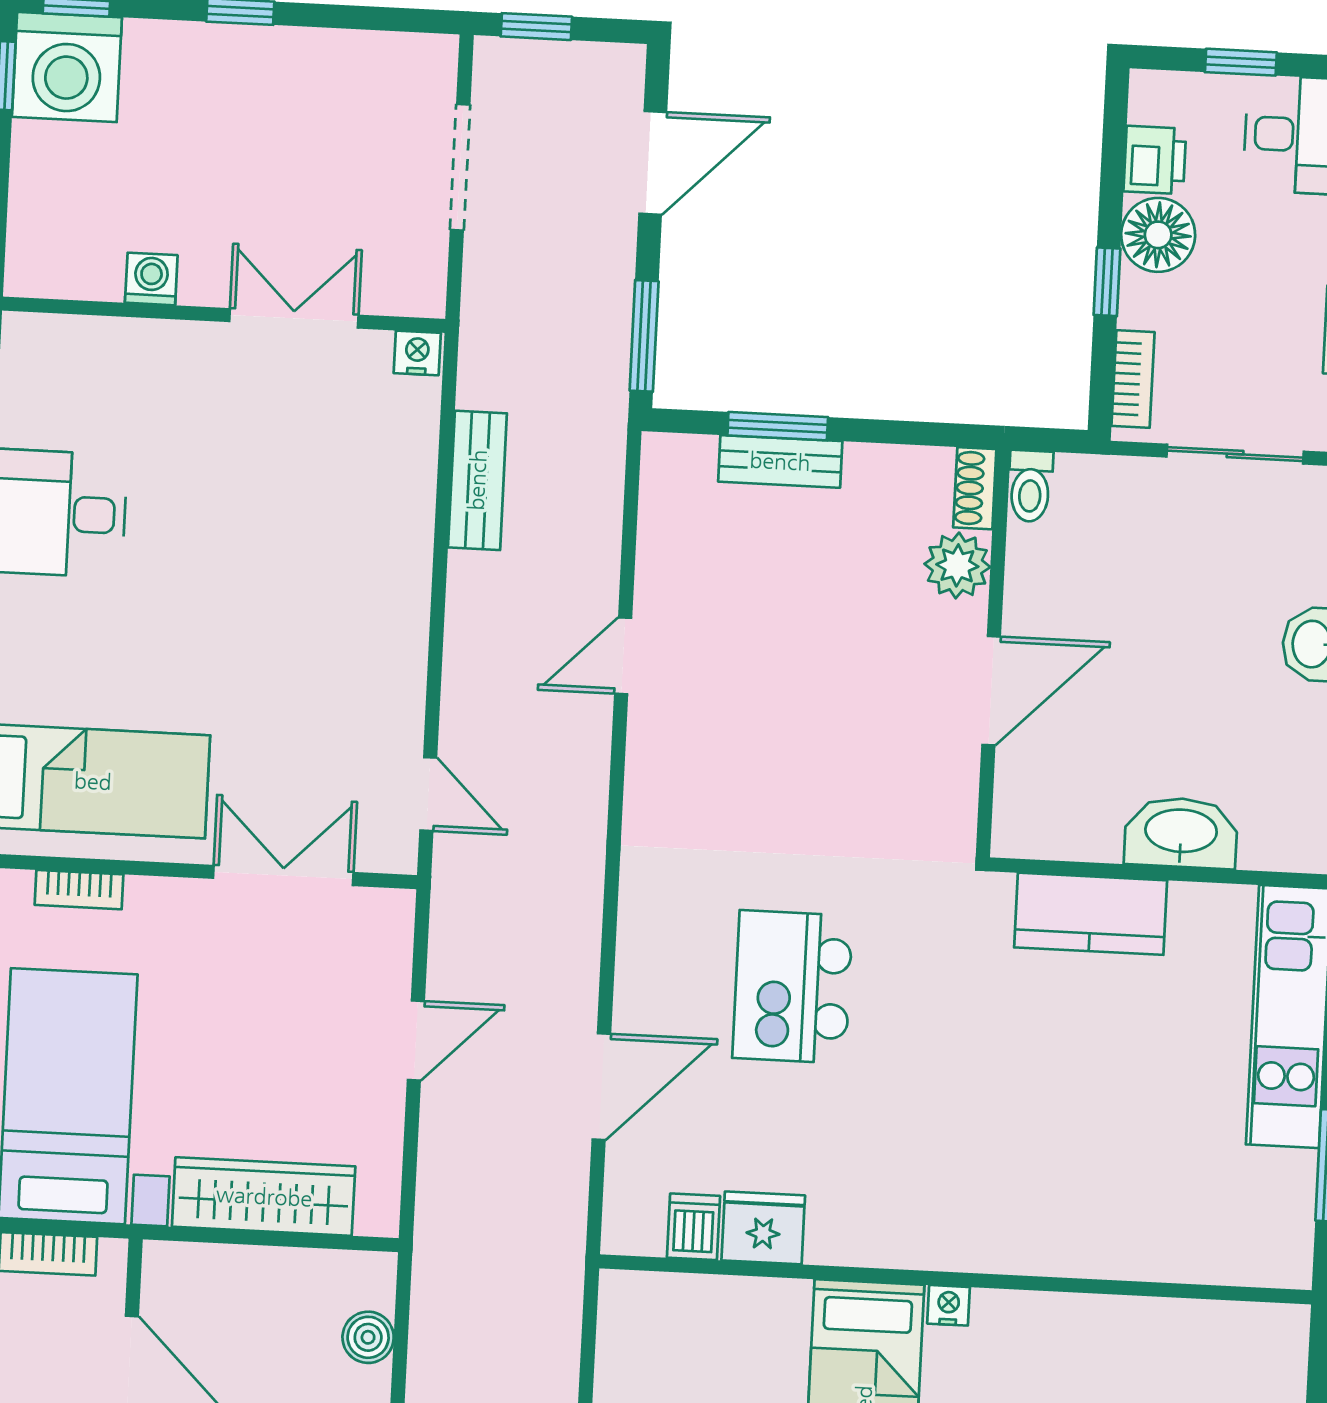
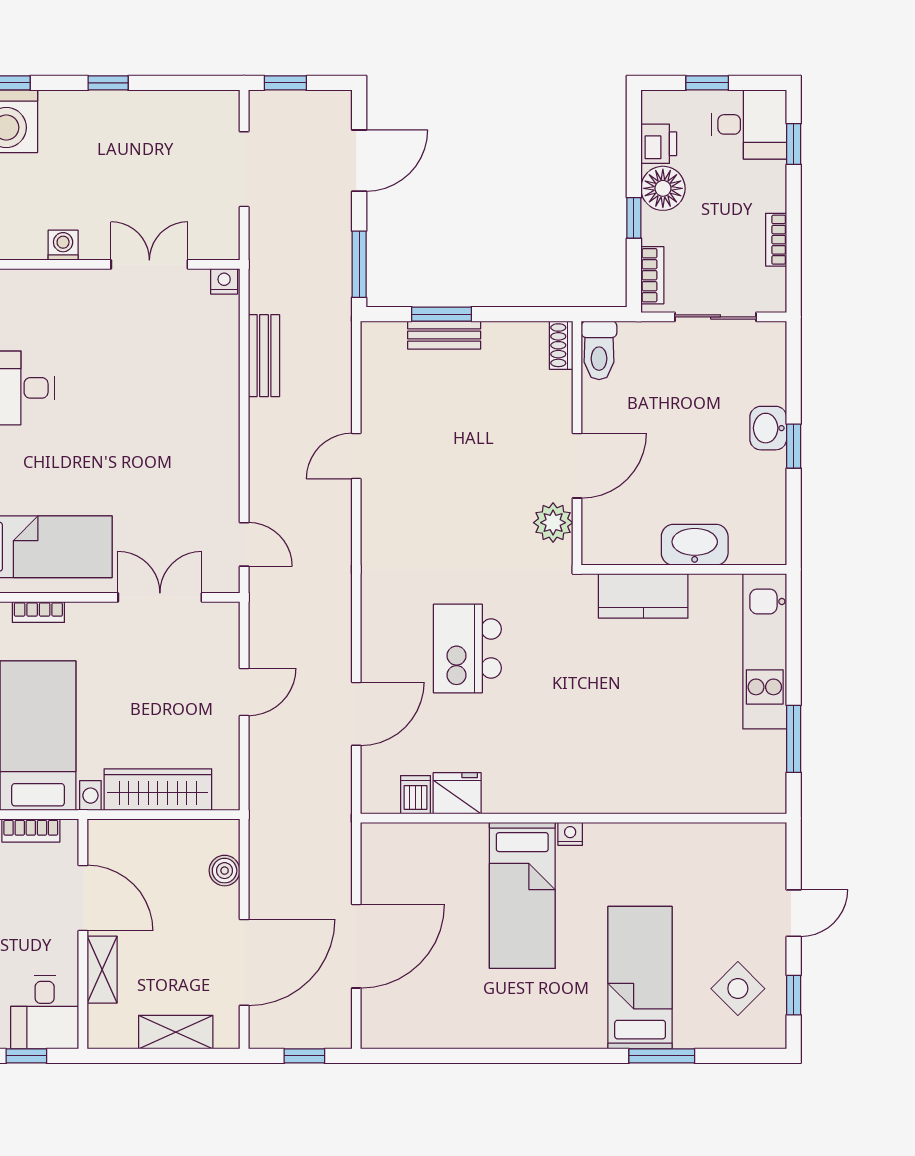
toilet: (1030, 486) -> (599, 350), width x1.37, depth x1.39
plant: (957, 565) -> (553, 523), moved

